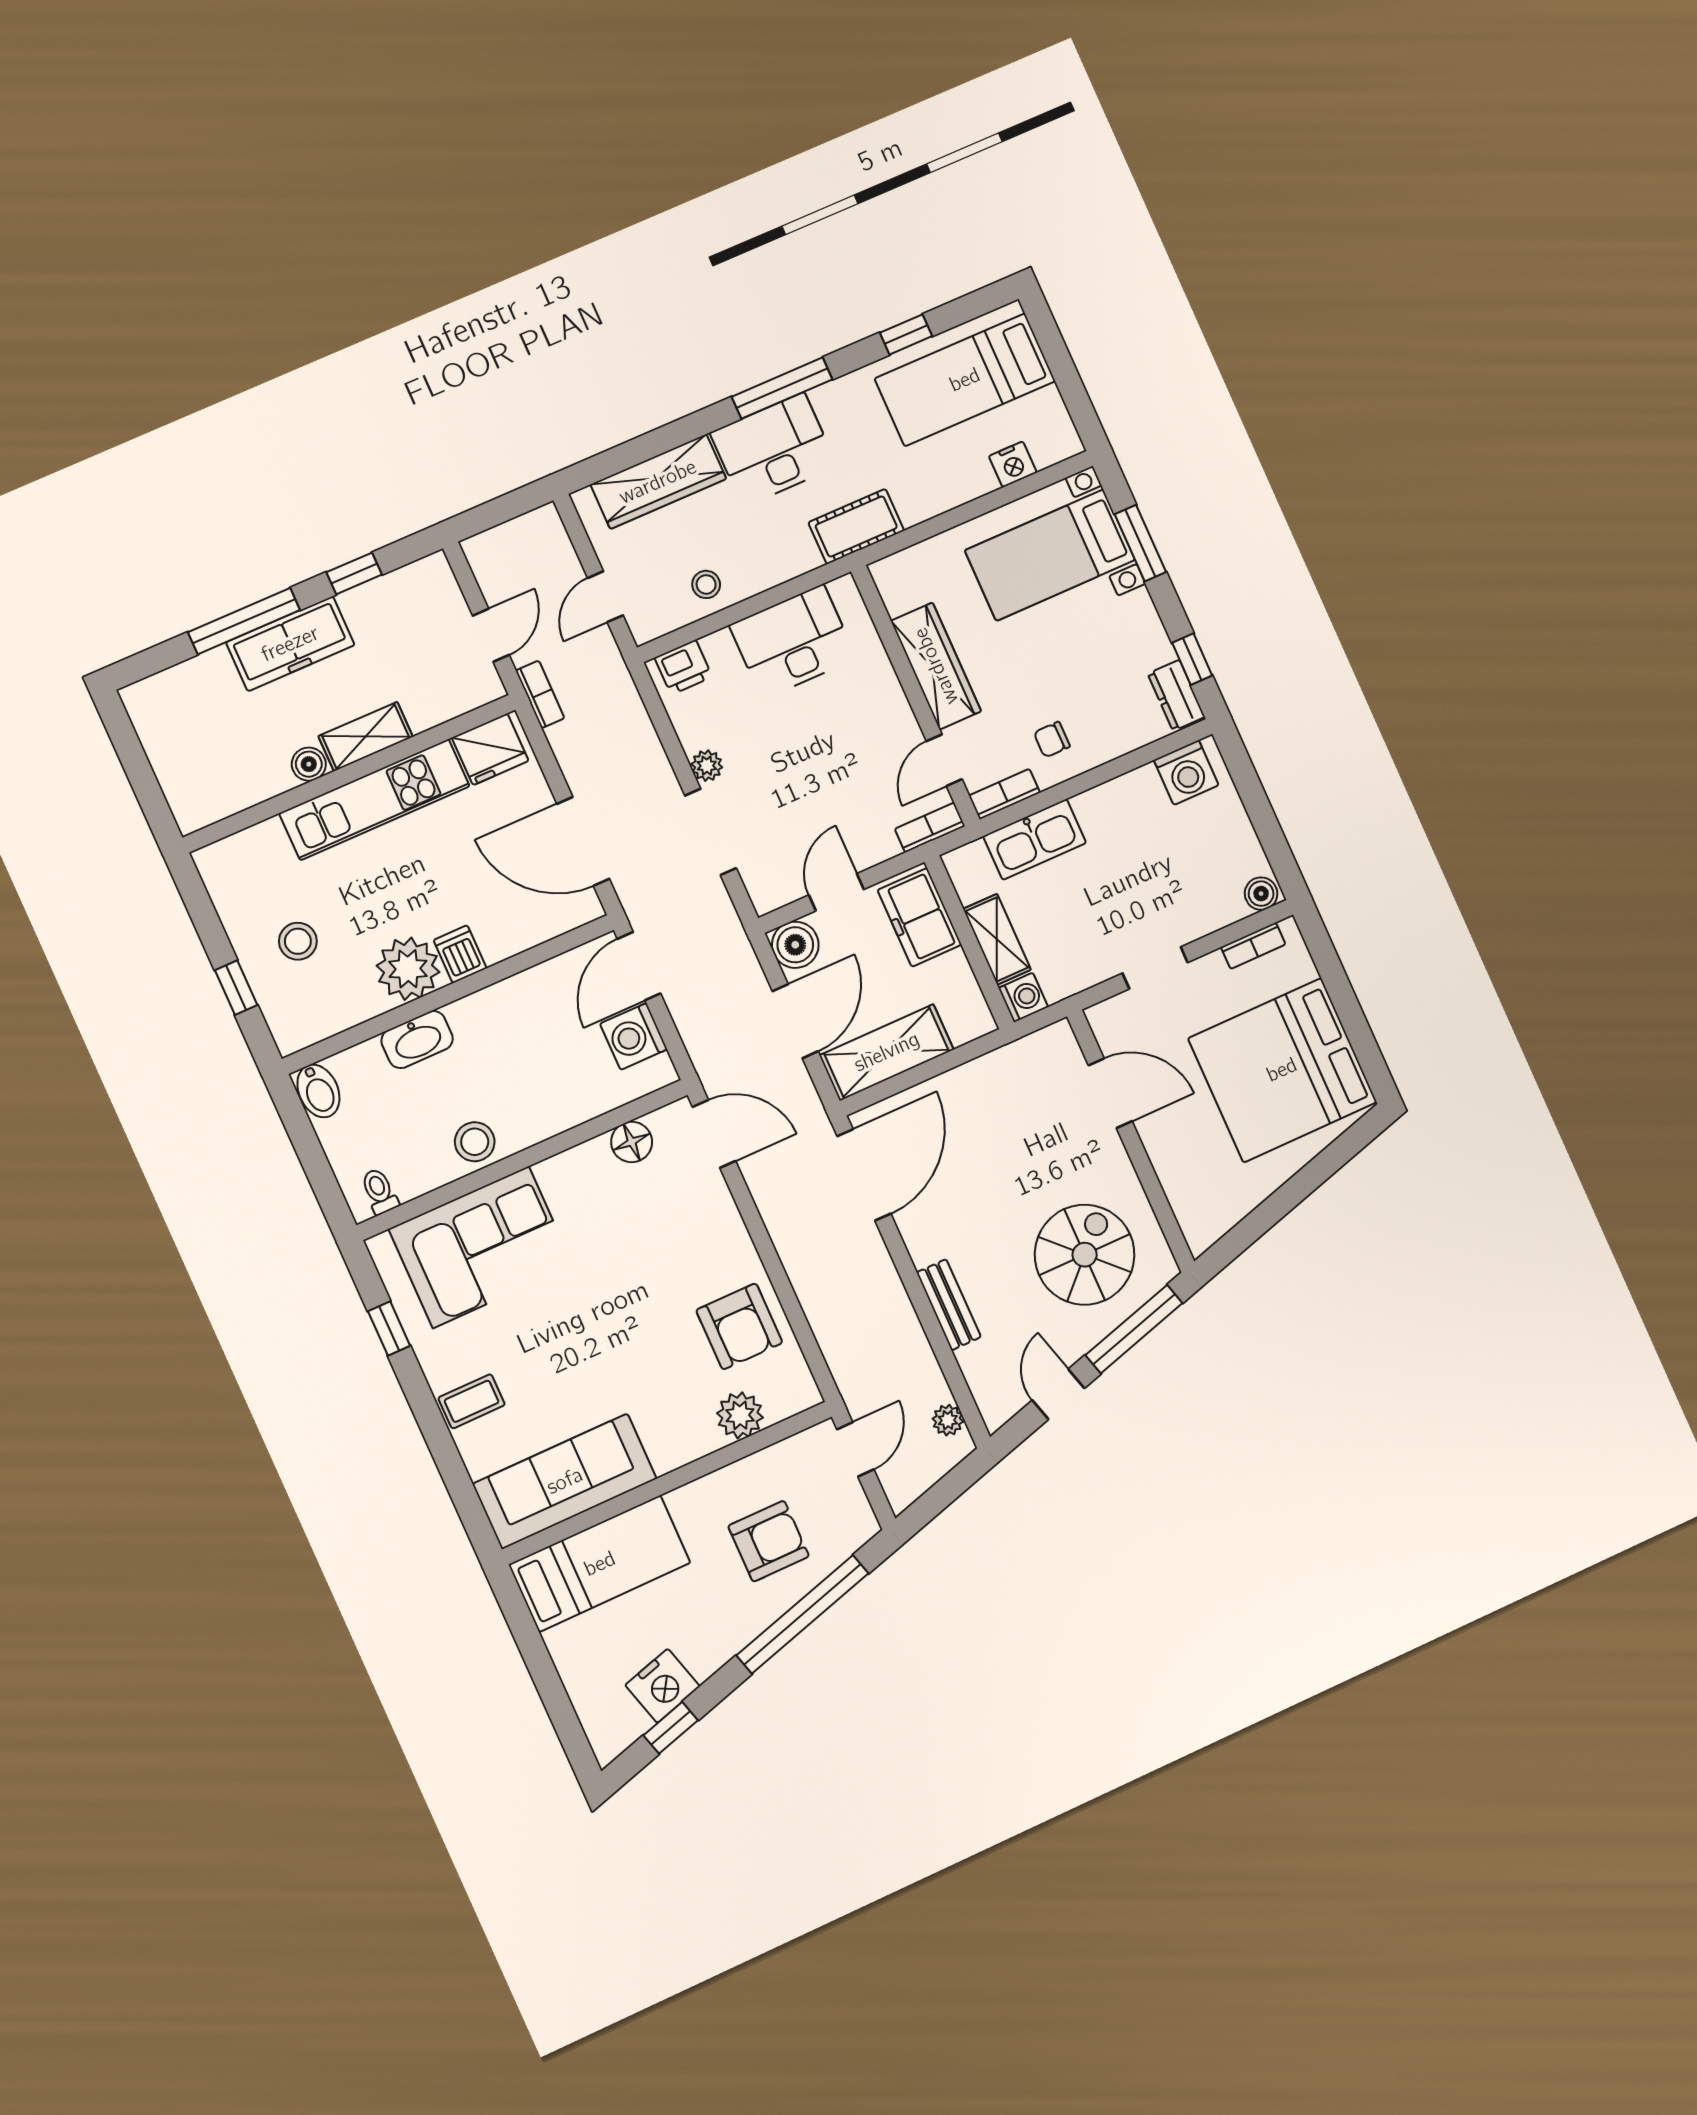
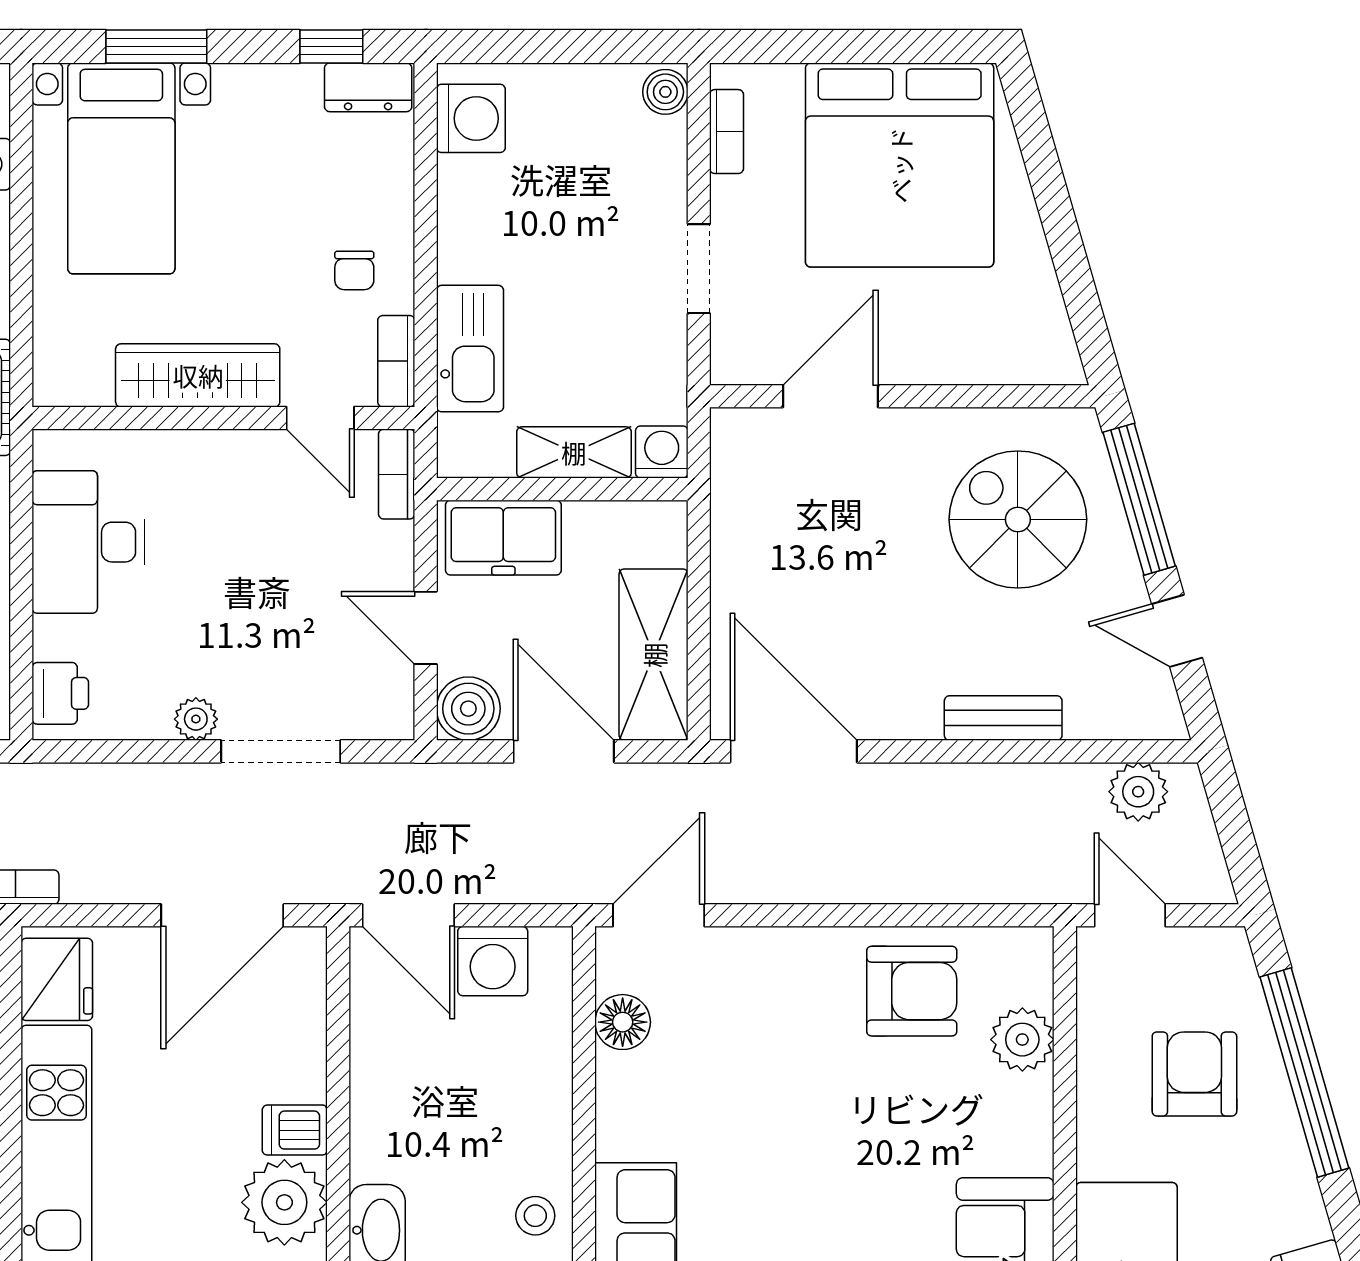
stool: (475, 1142) -> (535, 1216), width x0.73, depth x0.73
plant: (948, 1420) -> (1138, 792), width x1.38, depth x1.38

